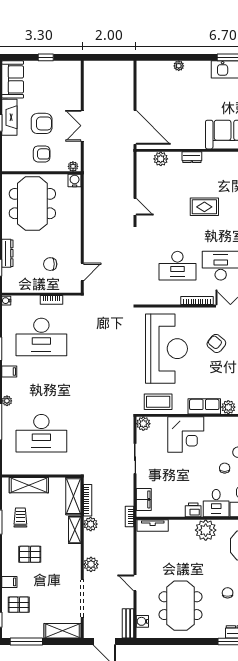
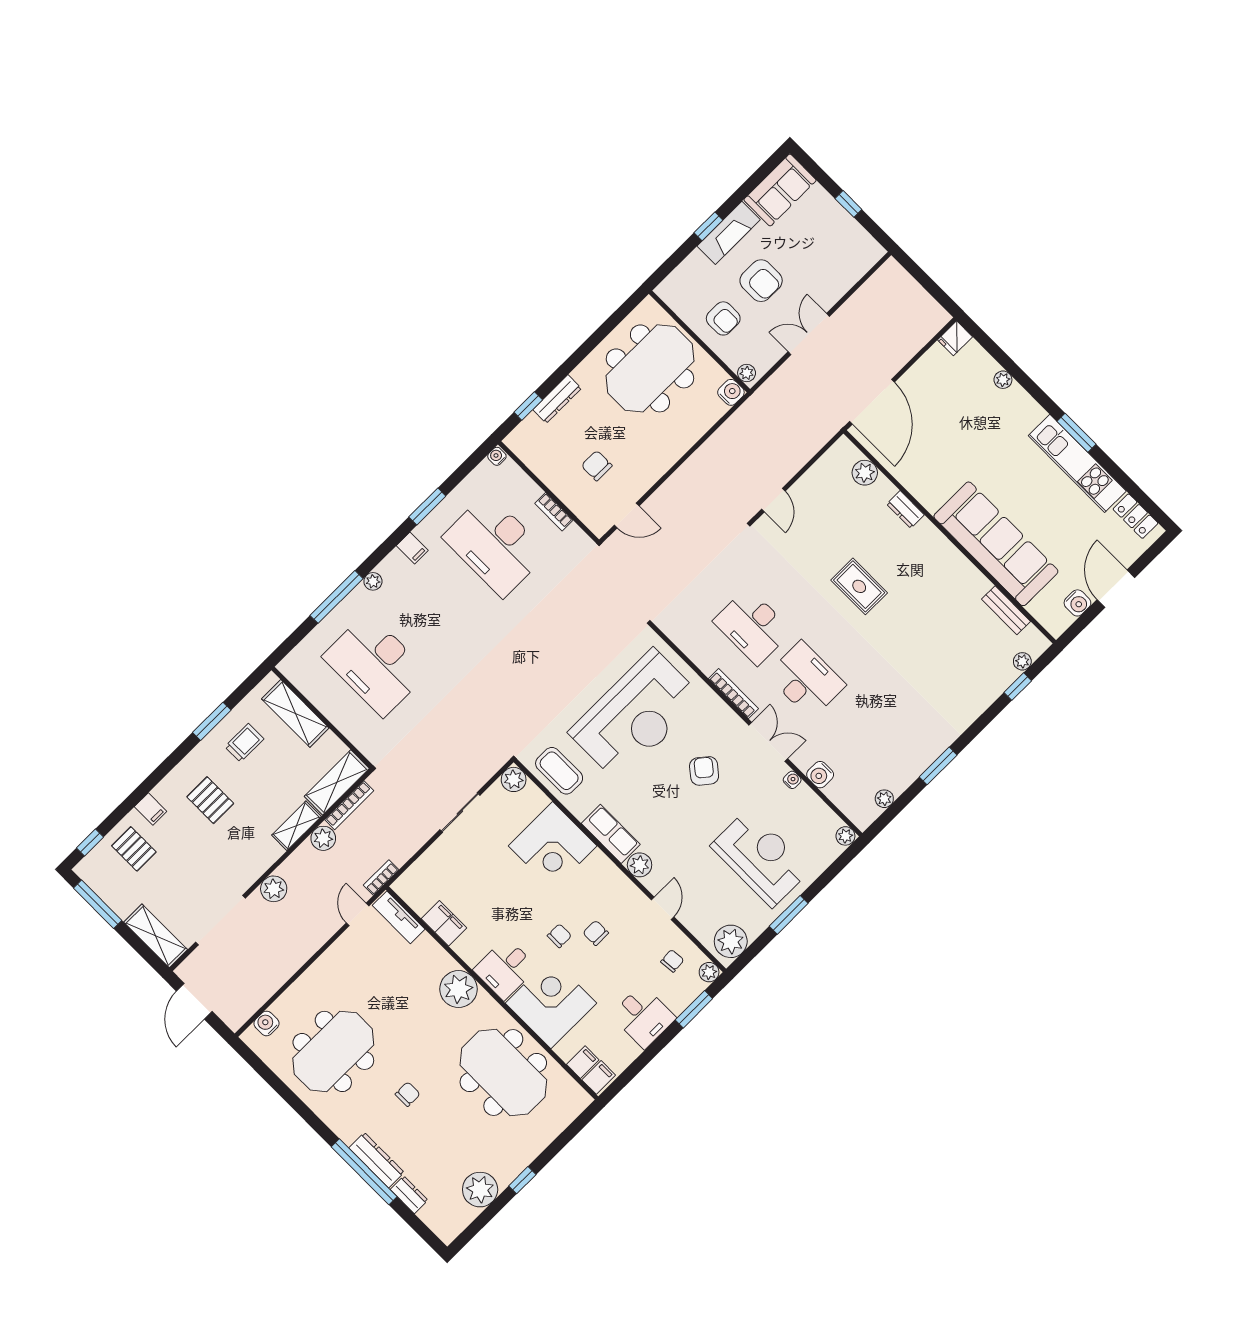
fridge: (143, 68) -> (955, 338), added
filing cabinet: (144, 499) -> (444, 923), moved, turned -90
printer: (193, 510) -> (468, 948), removed
door: (135, 583) -> (358, 914), moved
bench: (128, 623) -> (246, 1008), removed

